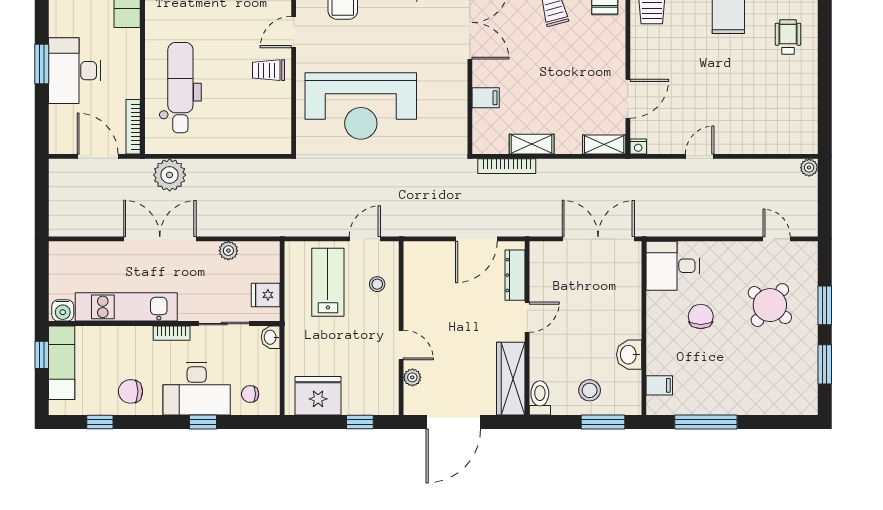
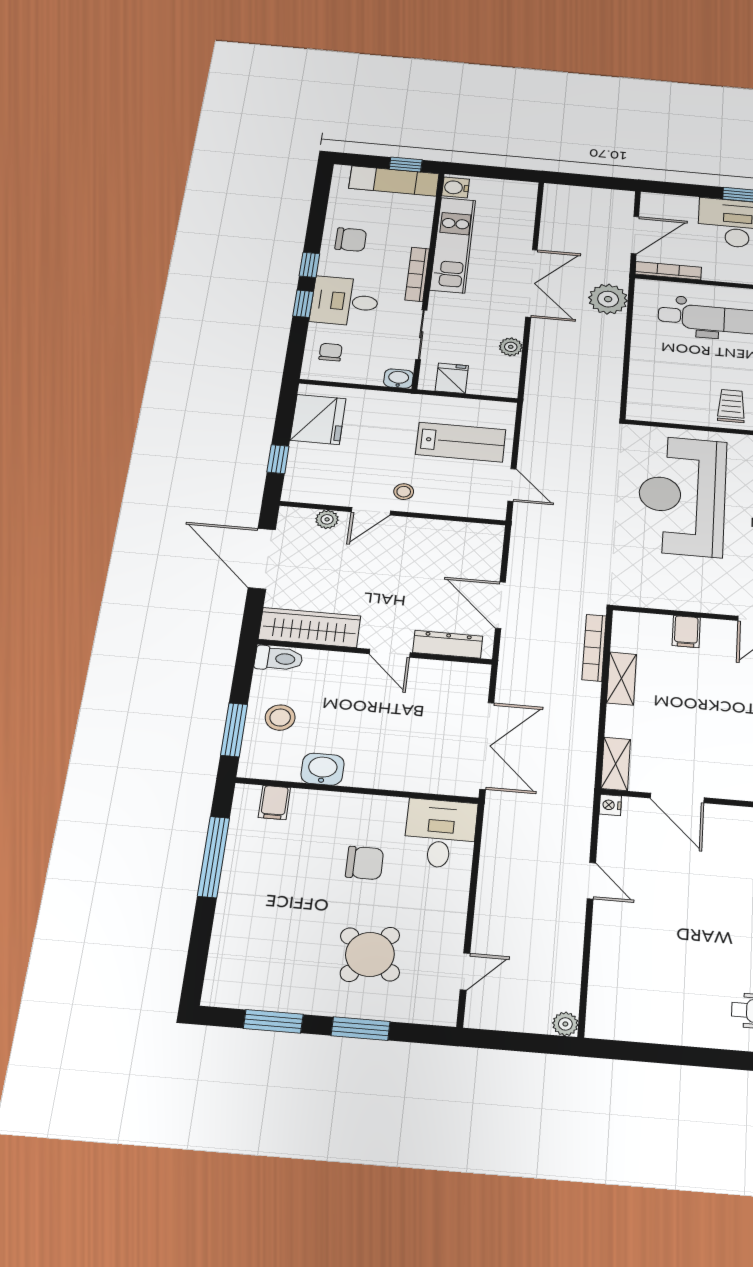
stool: (377, 284) -> (404, 492), moved
bookcase: (172, 333) -> (417, 274), width x1.56
desk: (197, 389) -> (345, 301), width x0.73
chair: (130, 391) -> (351, 240), turned 90
window: (100, 422) -> (309, 265), moved

